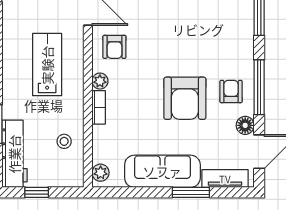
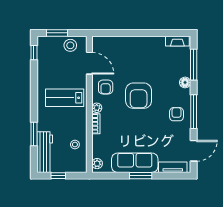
lab bench: (47, 65) -> (65, 98), turned -90
armchair: (185, 98) -> (139, 96), moved
floor lamp: (245, 125) -> (185, 82), moved
window: (191, 192) -> (141, 176), moved

